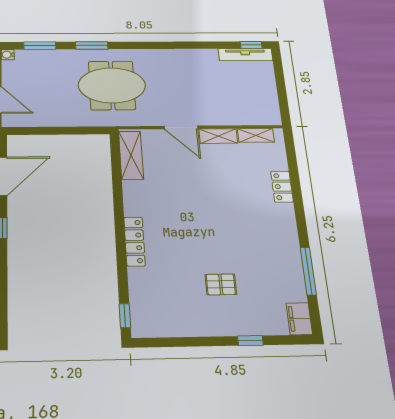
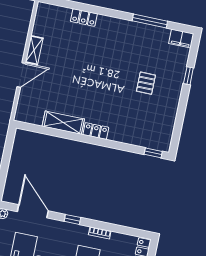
shelving: (256, 135) -> (39, 23), removed
shelving: (131, 155) -> (63, 123), moved
locker: (135, 241) -> (96, 131), width x0.66

